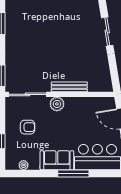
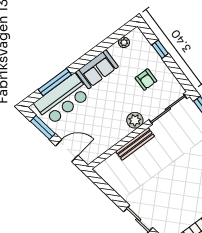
armchair: (28, 127) -> (146, 80), turned -90
window: (73, 173) -> (55, 82), moved

